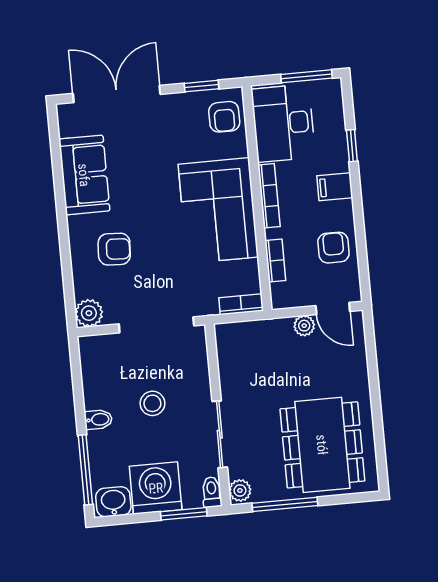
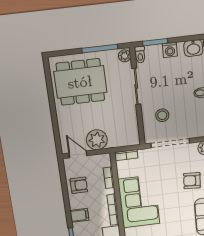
armchair: (333, 248) -> (79, 185), turned -90
plant: (304, 326) -> (97, 140), width x1.87, depth x1.87
stool: (152, 403) -> (162, 115), moved
dining table: (322, 445) -> (80, 82), turned 90
washing machine: (156, 488) -> (170, 50), width x0.53, depth x0.53

